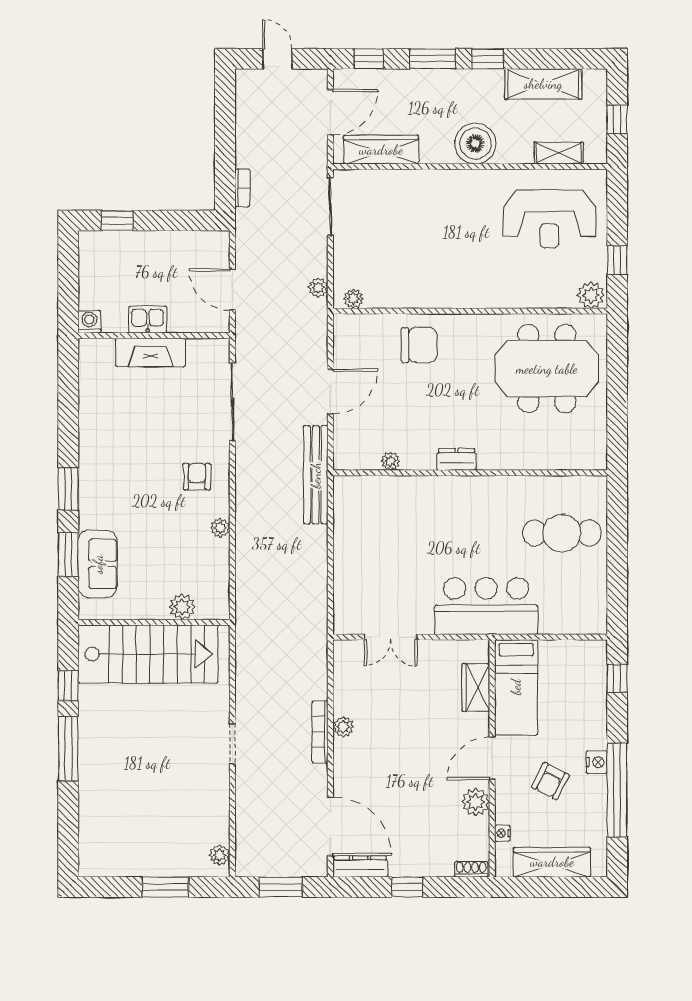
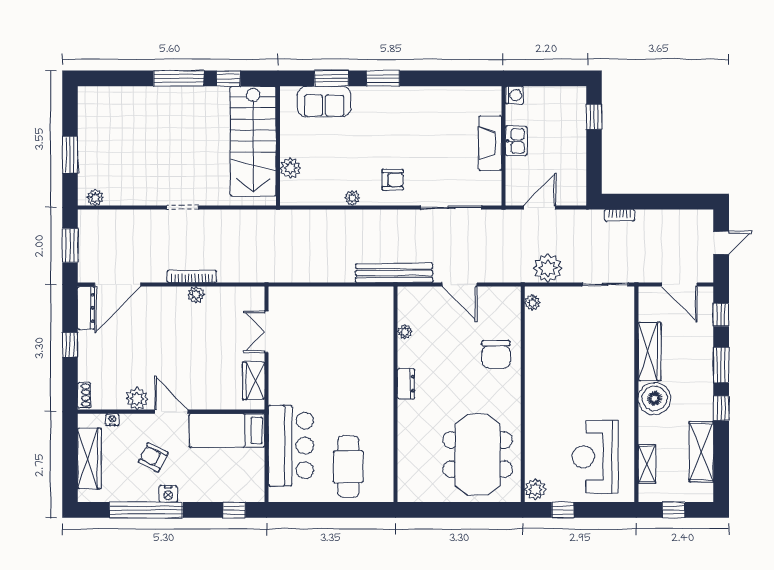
wardrobe: (381, 150) -> (650, 351), moved
plant: (318, 288) -> (548, 268), width x1.88, depth x1.88
bar counter: (486, 606) -> (291, 446), moved
wardrobe: (476, 688) -> (254, 381), moved, turned -90

